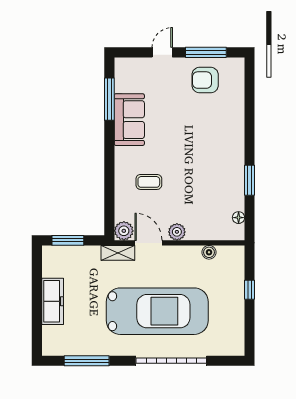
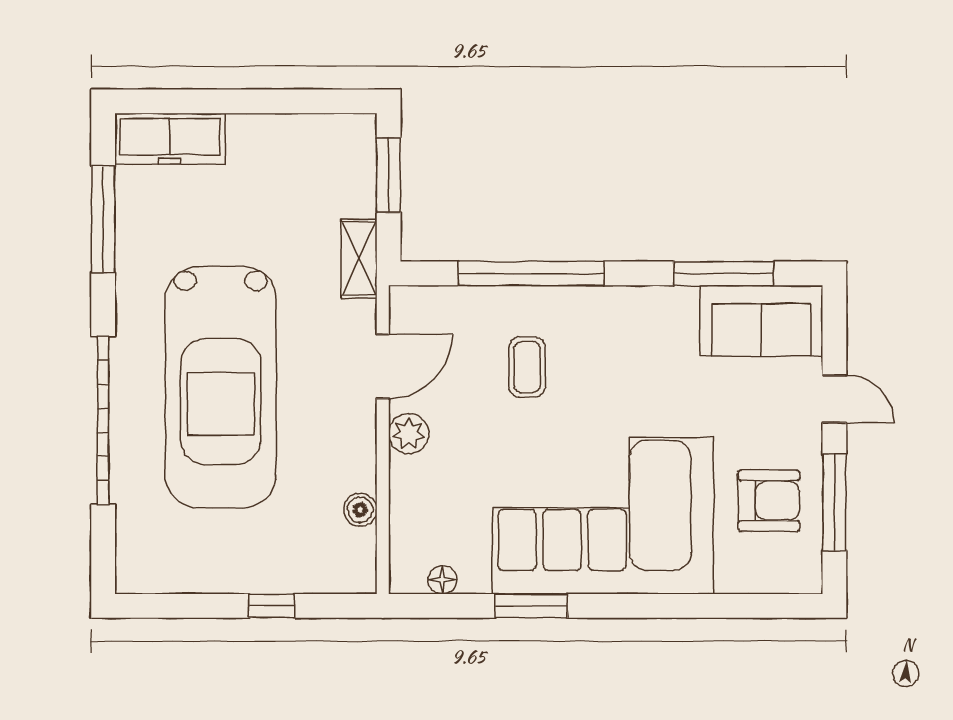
armchair: (205, 80) -> (769, 501), turned 90
sofa: (129, 120) -> (761, 321), moved
corner sofa: (211, 150) -> (603, 515), added
window: (109, 180) -> (531, 273), added
plant: (124, 231) -> (411, 308), removed
shelving: (118, 253) -> (359, 258), moved
freezer: (53, 301) -> (170, 139), moved

